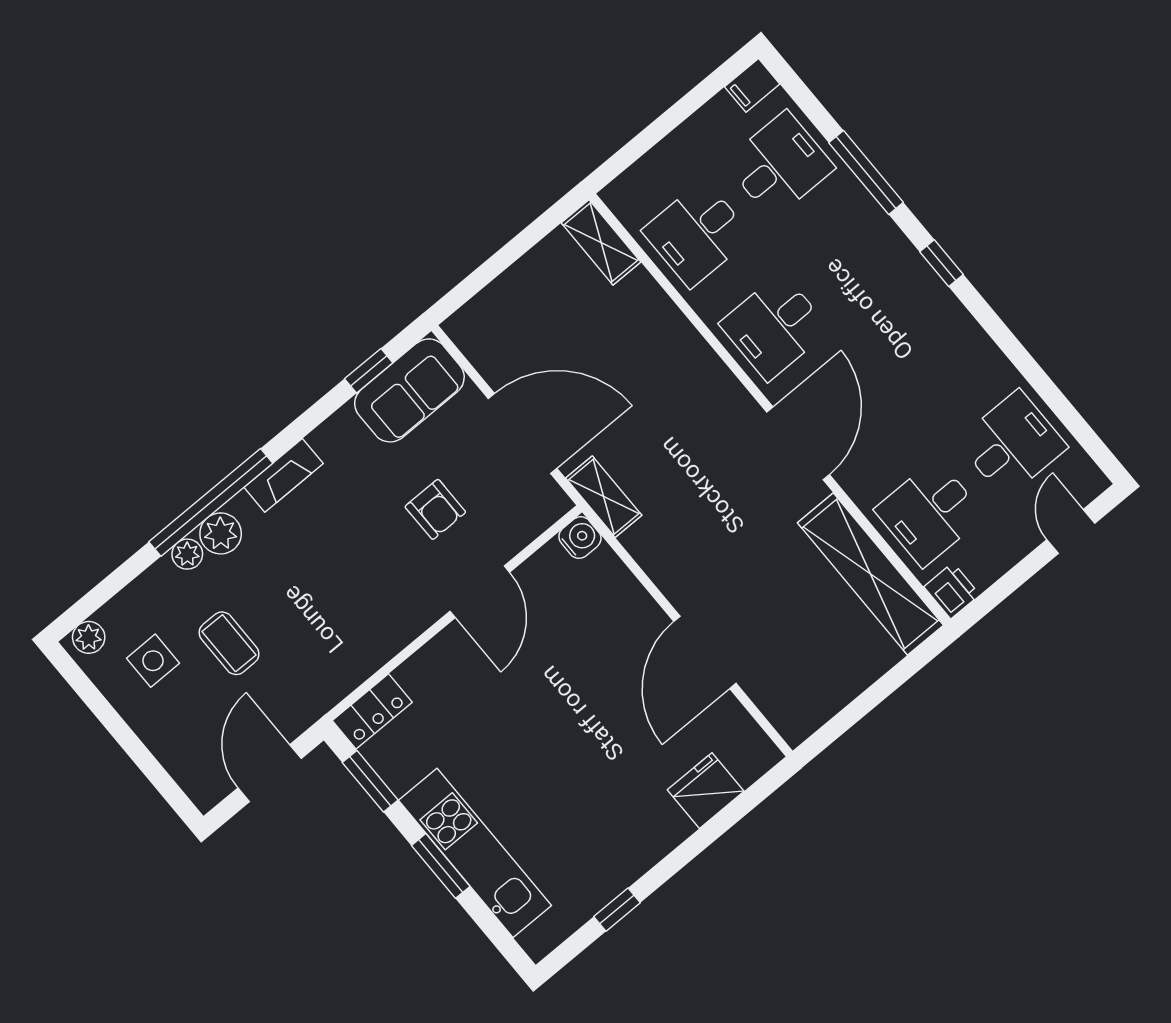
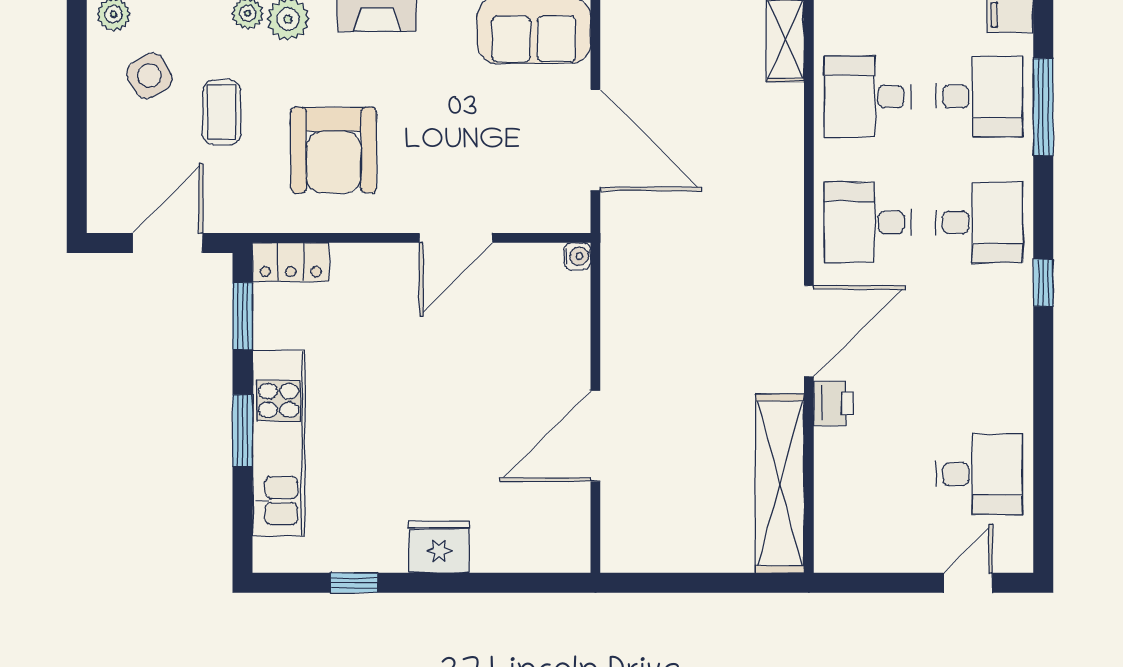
window: (866, 173) -> (1043, 107), moved
shelving: (604, 497) -> (618, 244), removed
armchair: (435, 509) -> (334, 150), moved, width x1.88, depth x1.88
desk: (930, 513) -> (979, 222), moved, turned 180
water cooler: (580, 538) -> (577, 256), width x0.72, depth x0.72
printer: (952, 591) -> (834, 403), moved
side table: (153, 661) -> (149, 76), turned -31
fridge: (706, 791) -> (439, 547), moved

